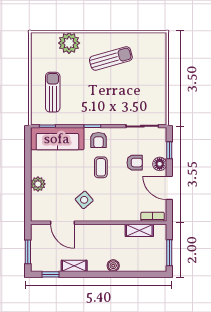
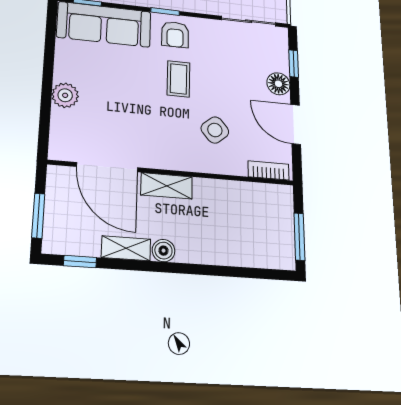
armchair: (135, 163) -> (236, 77), removed
side table: (84, 200) -> (215, 130), moved
door: (63, 223) -> (107, 167), width x1.36
shelving: (139, 230) -> (167, 186), moved
boiler: (113, 266) -> (164, 251), moved

